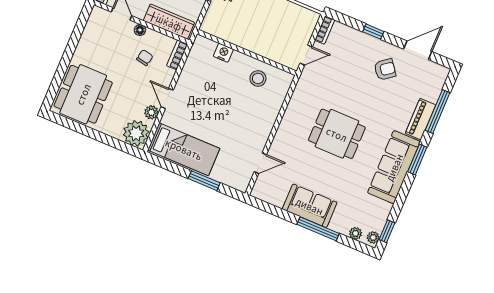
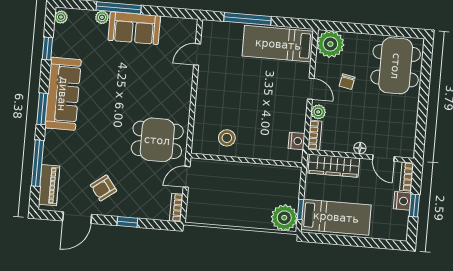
nightstand: (223, 53) -> (296, 141), moved, turned -90
chair: (145, 58) -> (347, 82), moved
plant: (151, 112) -> (318, 112), moved
piano: (421, 119) -> (49, 185), moved
dining table: (337, 134) -> (157, 140), moved
window: (204, 181) -> (247, 19), width x1.44
window: (387, 231) -> (47, 49), moved
plant: (356, 233) -> (102, 17), moved

